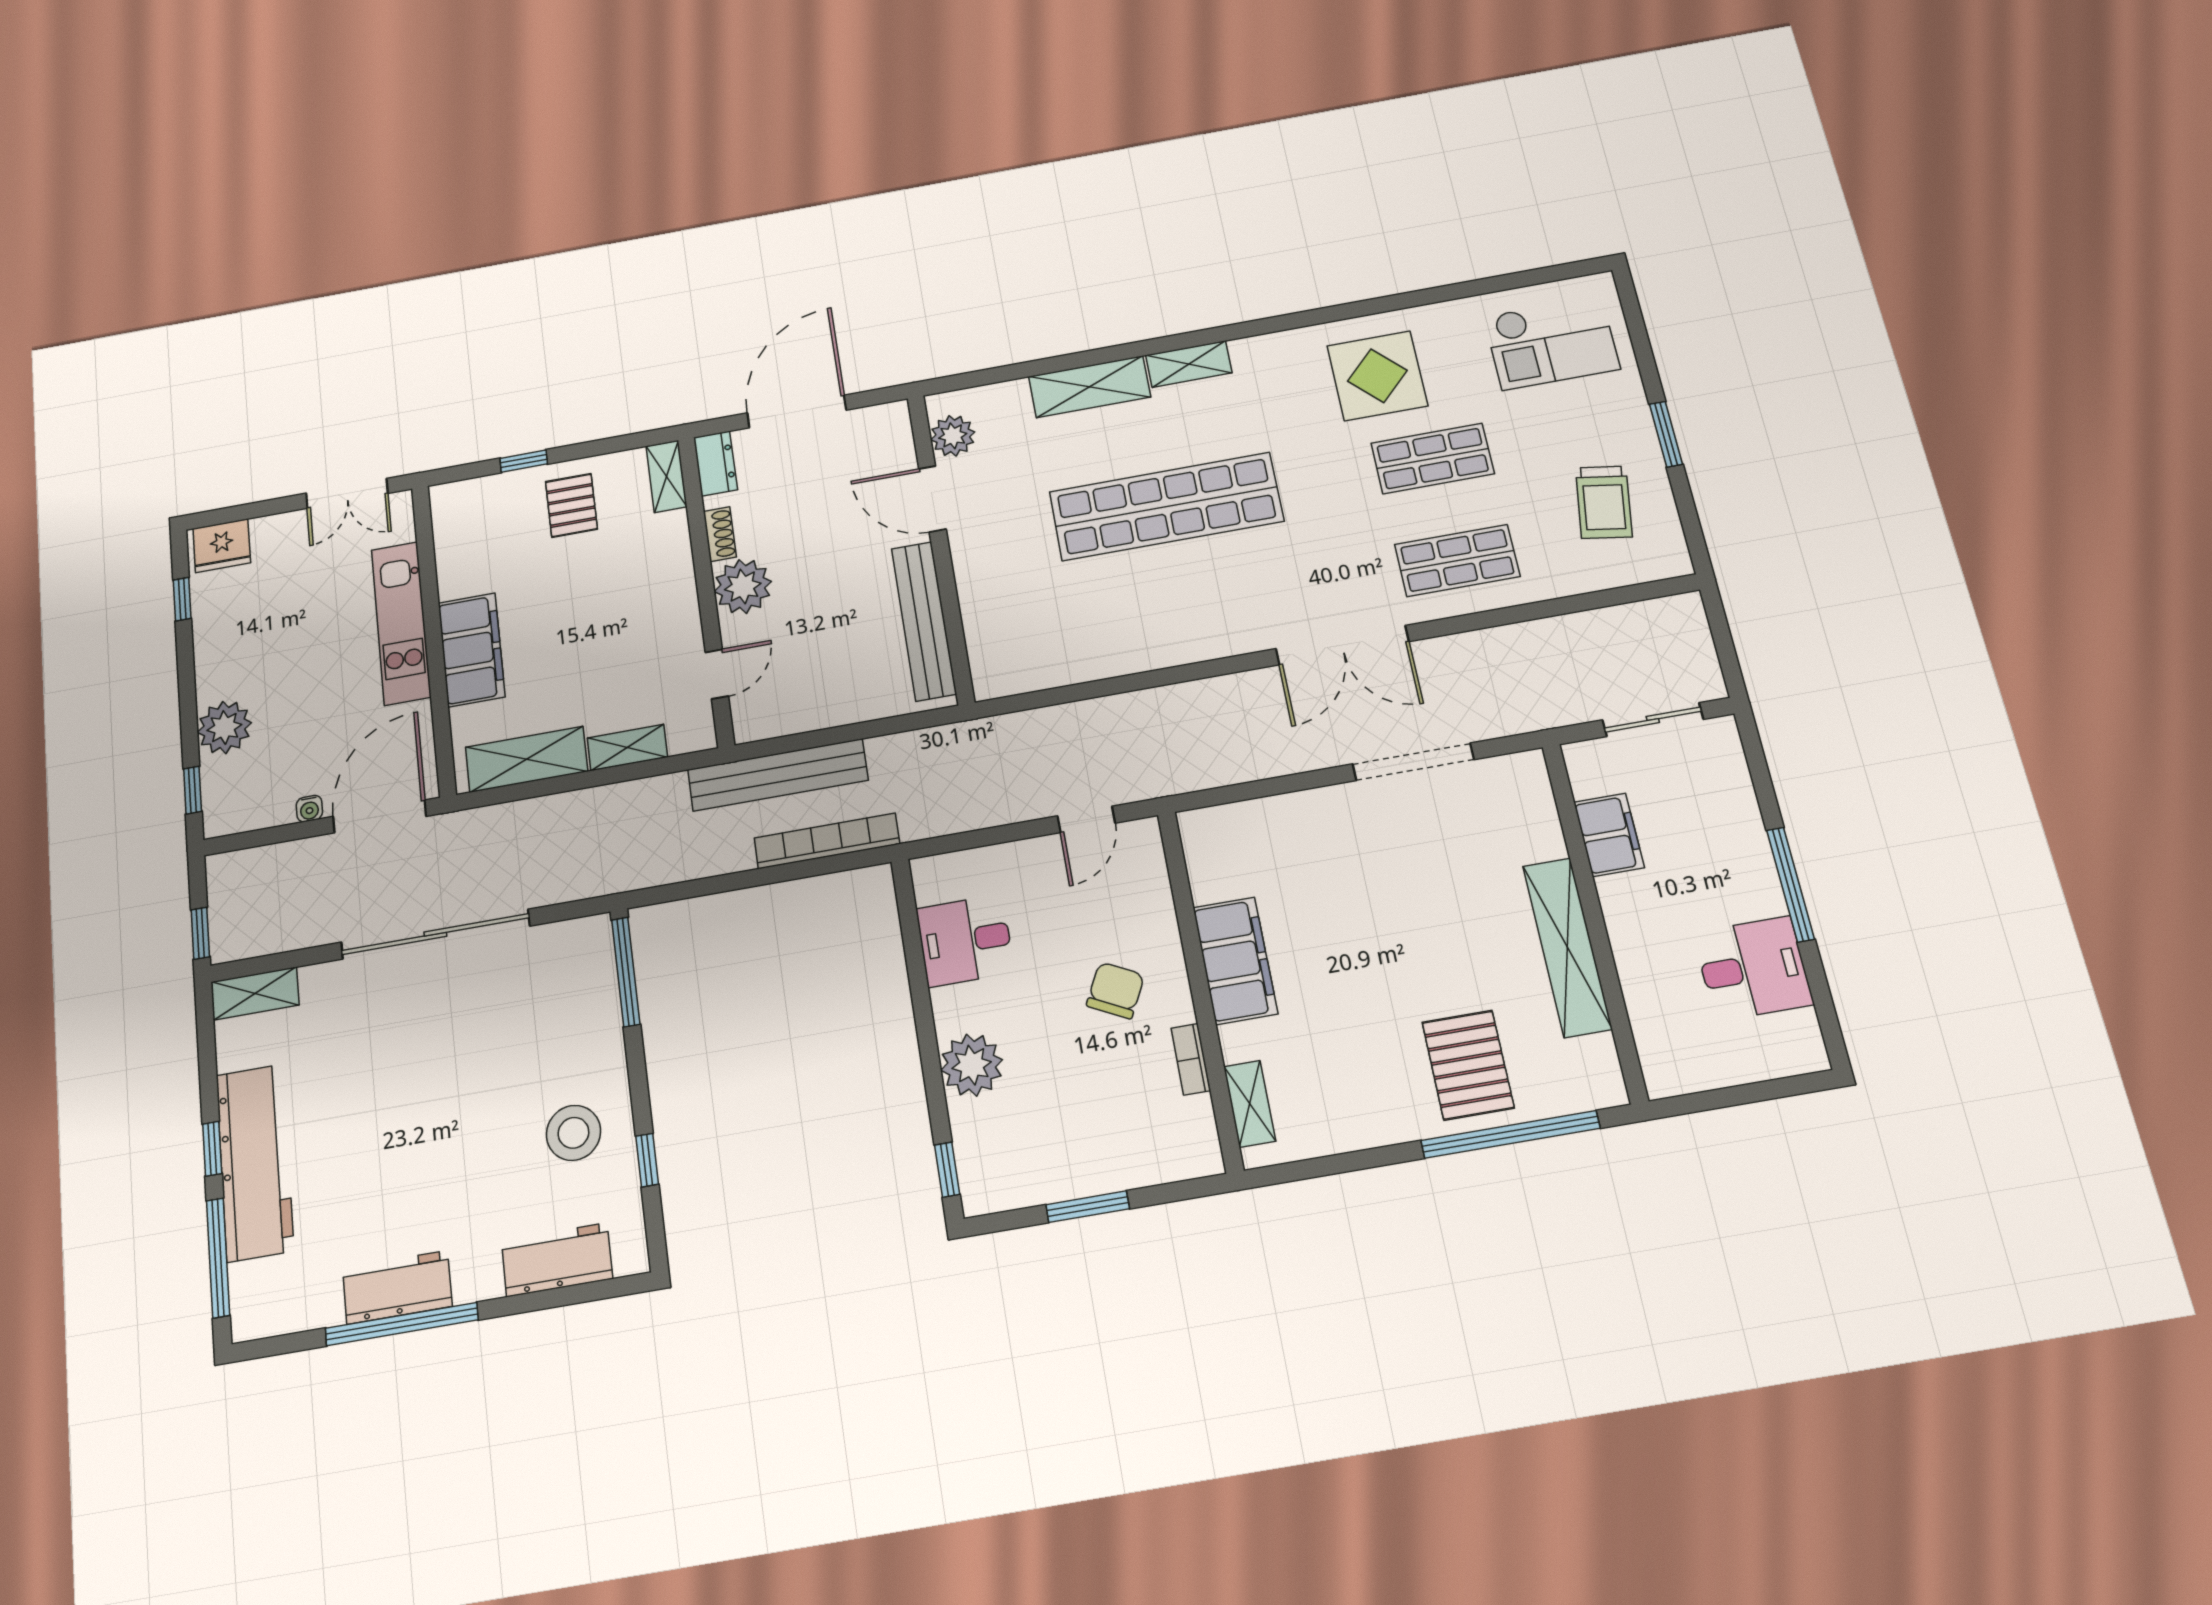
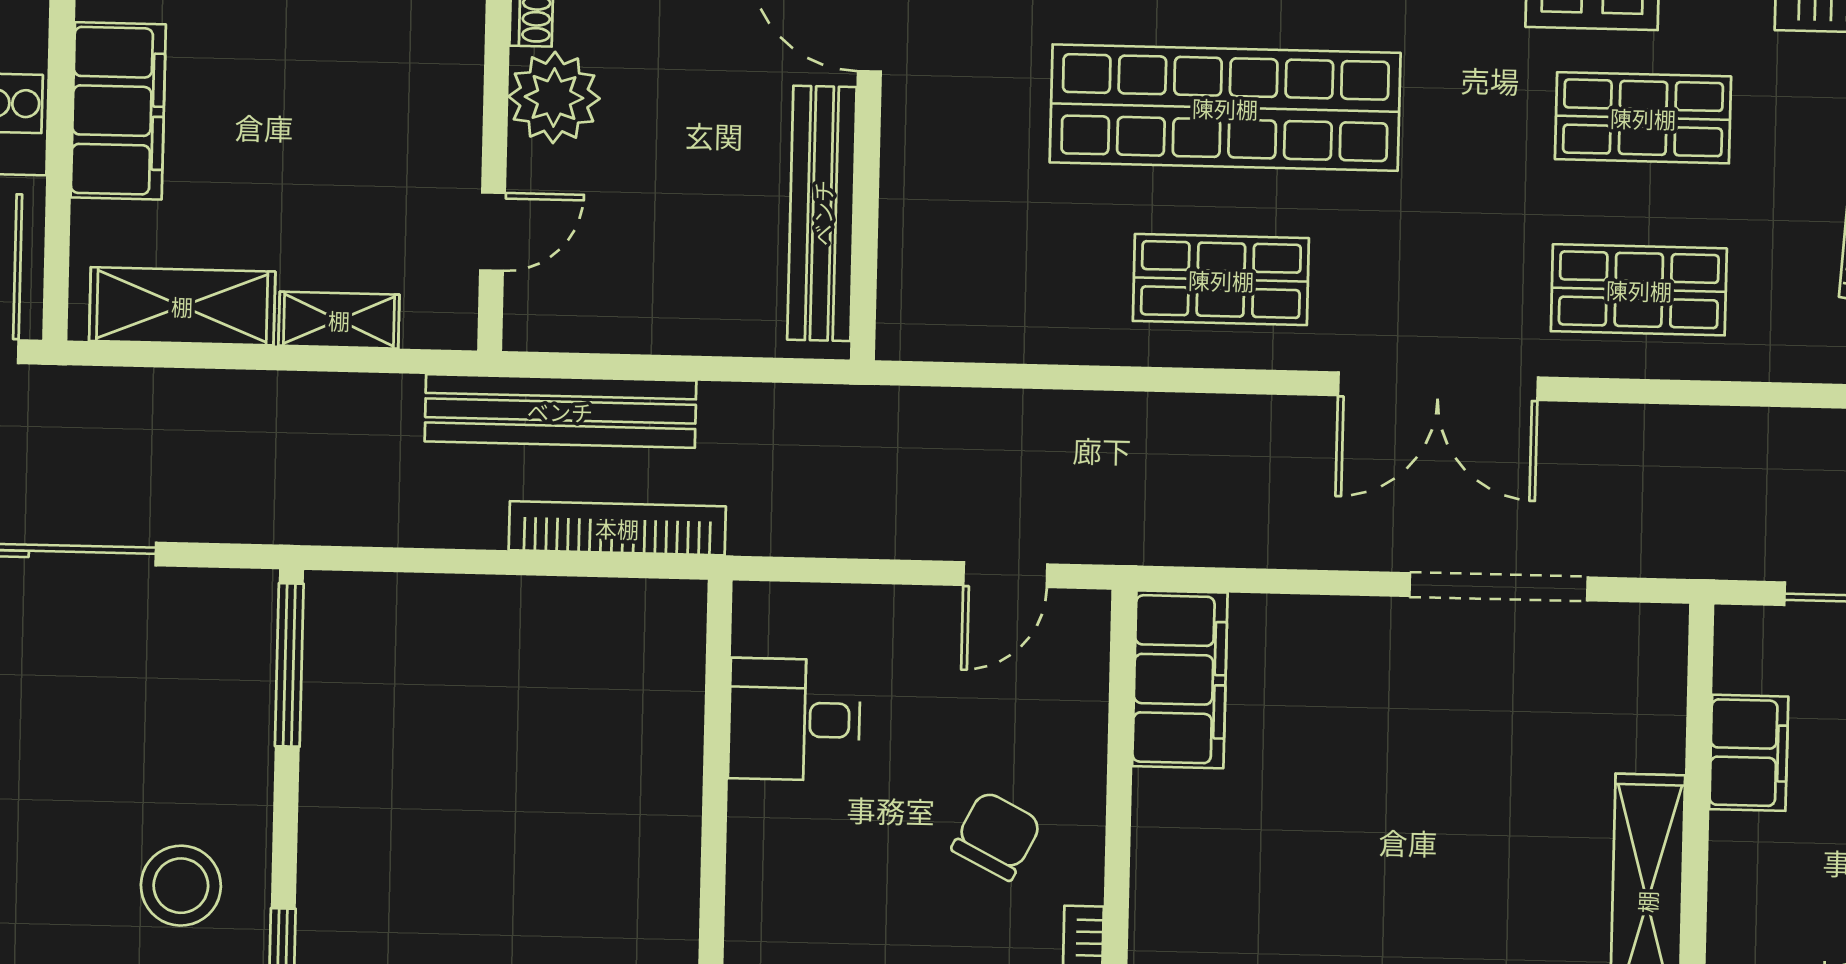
shop shelf: (1187, 609) -> (1221, 280), added
filing cabinet: (1235, 961) -> (1180, 679), moved
plant: (972, 1065) -> (771, 902), removed

